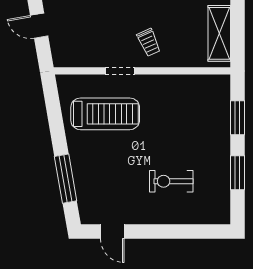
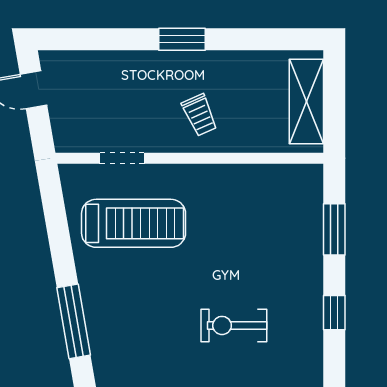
doorway: (120, 71) -> (122, 158), moved
window: (238, 173) -> (334, 313), width x0.67

